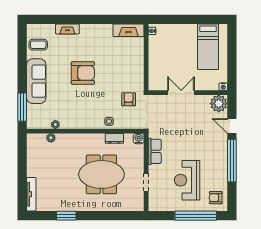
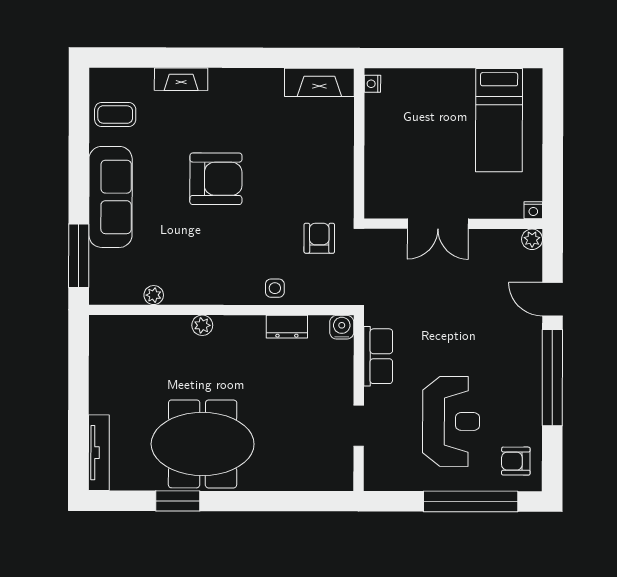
double door: (181, 93) -> (438, 224), swing flipped
plant: (219, 104) -> (532, 239), width x0.53, depth x0.53
plant: (51, 138) -> (202, 325), moved
meeting table: (101, 174) -> (203, 444), moved
reception desk: (187, 180) -> (451, 421), turned 180

